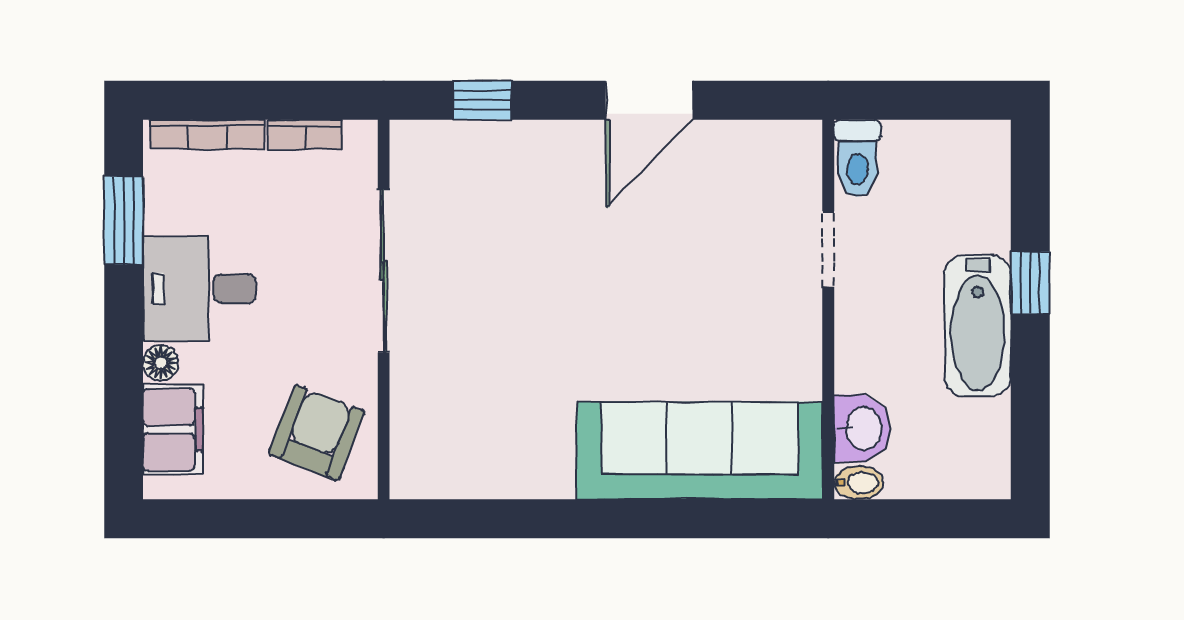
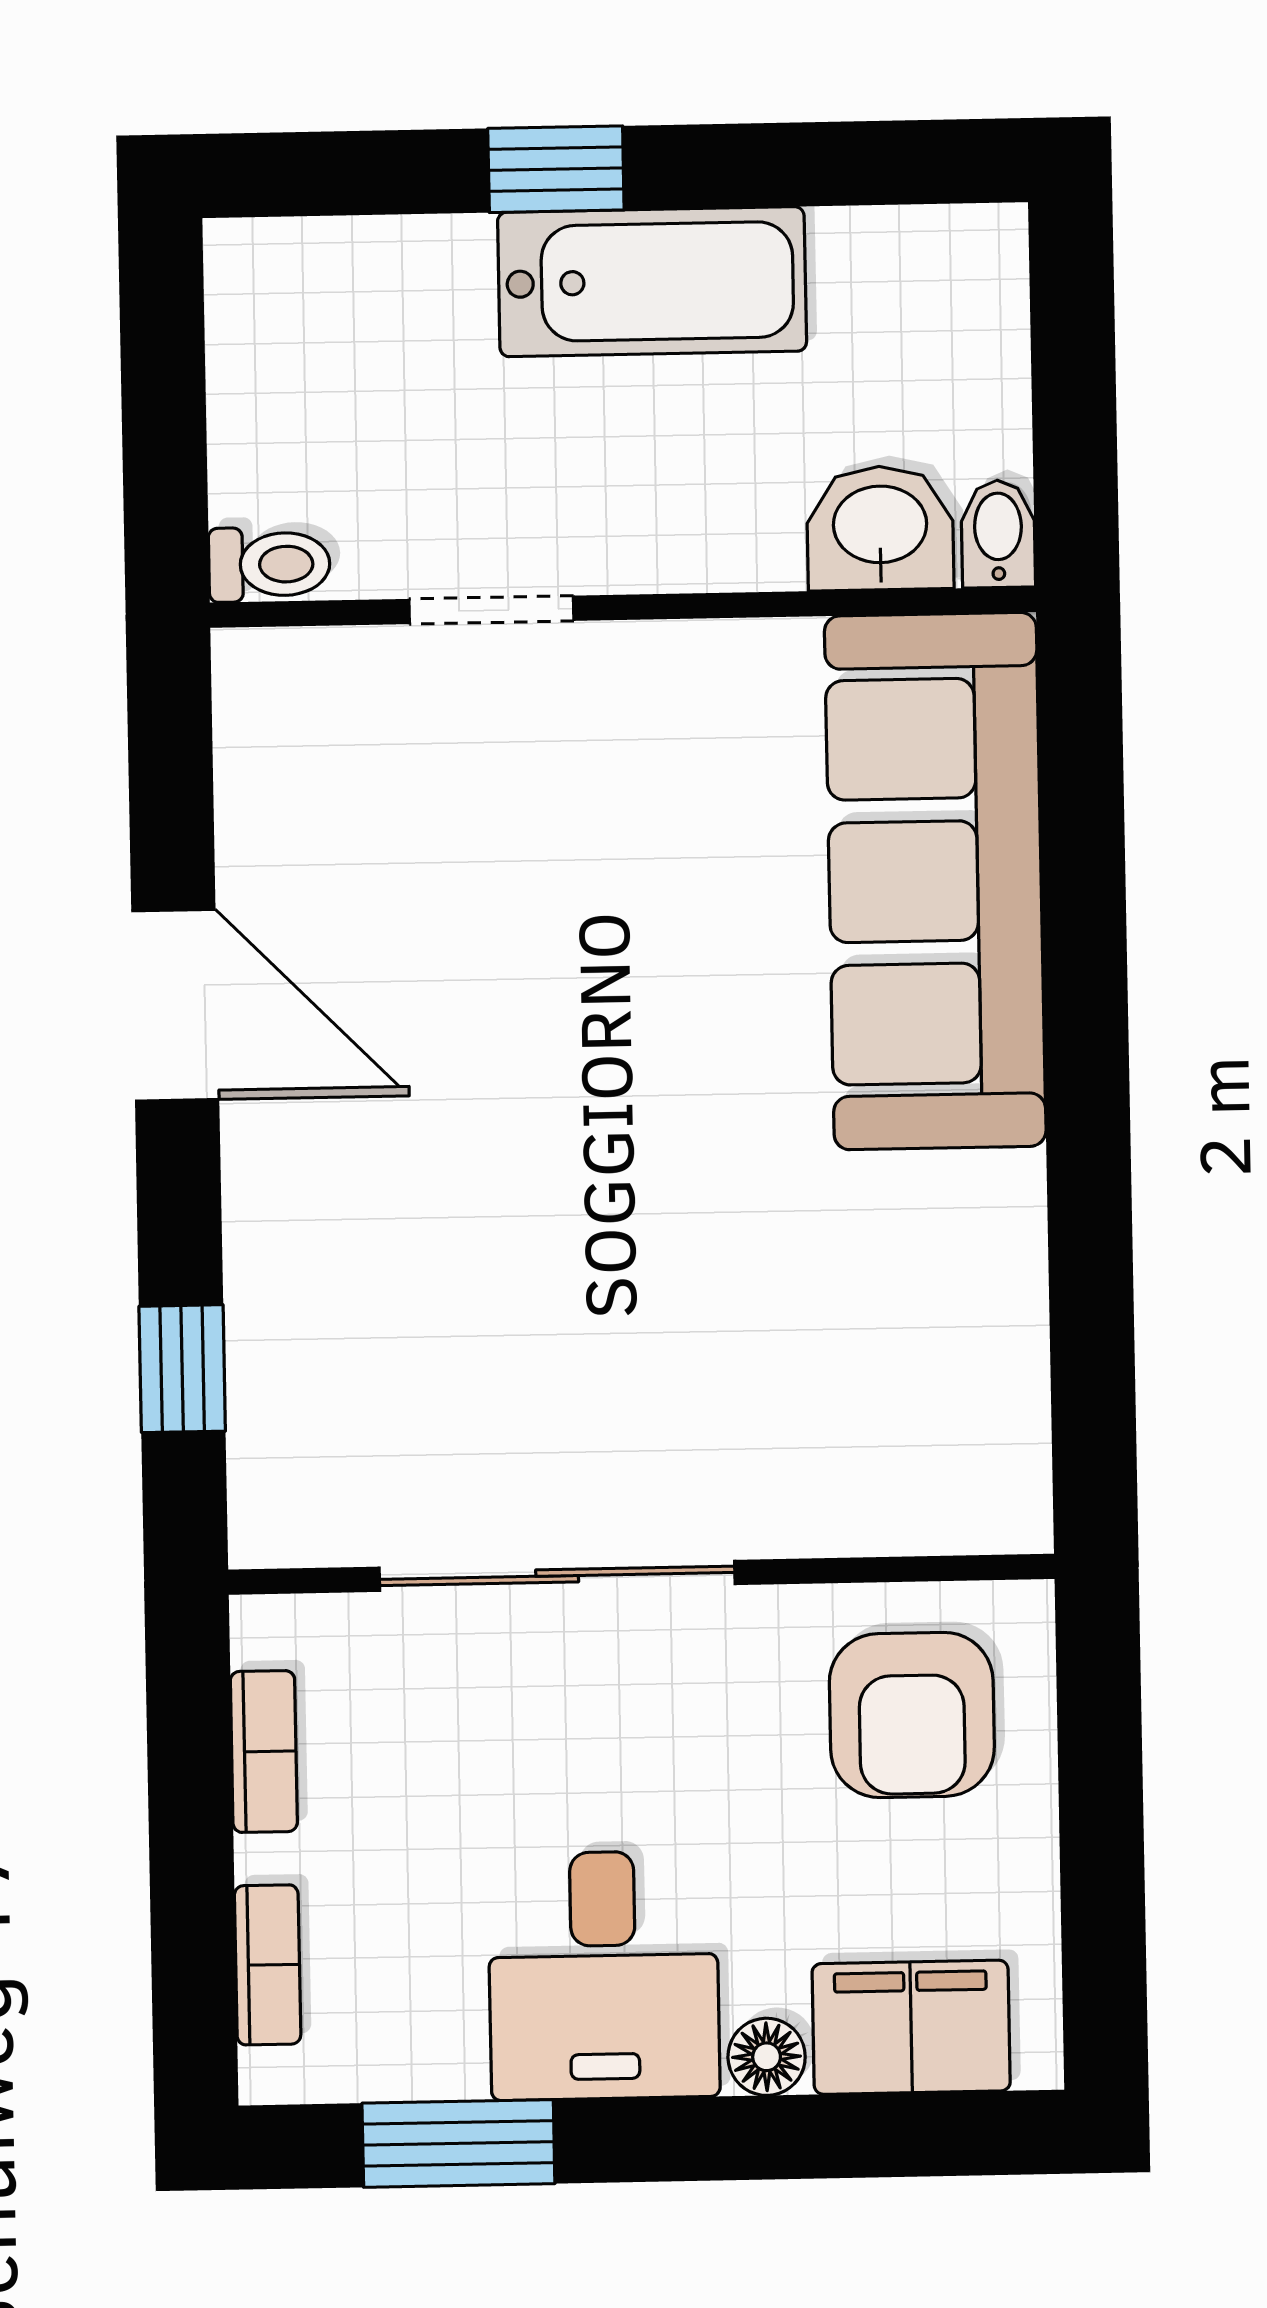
bookcase: (207, 134) -> (268, 1965), width x0.64
toilet: (857, 158) -> (269, 564), width x0.73, depth x0.72
armchair: (317, 433) -> (912, 1715), turned -111

